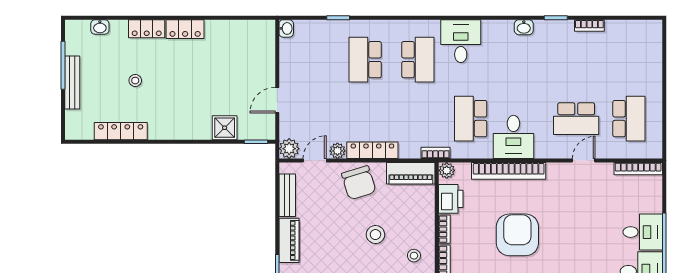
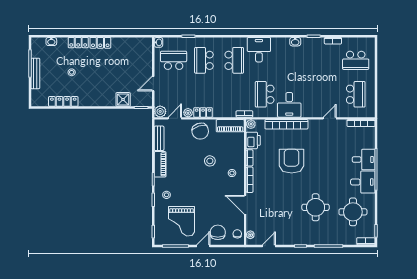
school desk: (312, 60) -> (174, 60), added
school desk: (576, 119) -> (356, 60), moved
locker: (372, 150) -> (203, 112), width x0.66

